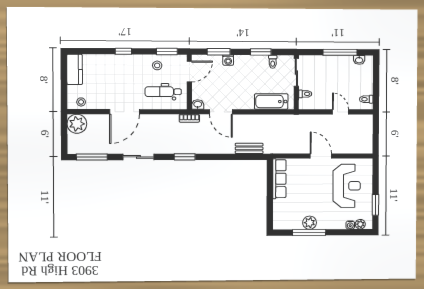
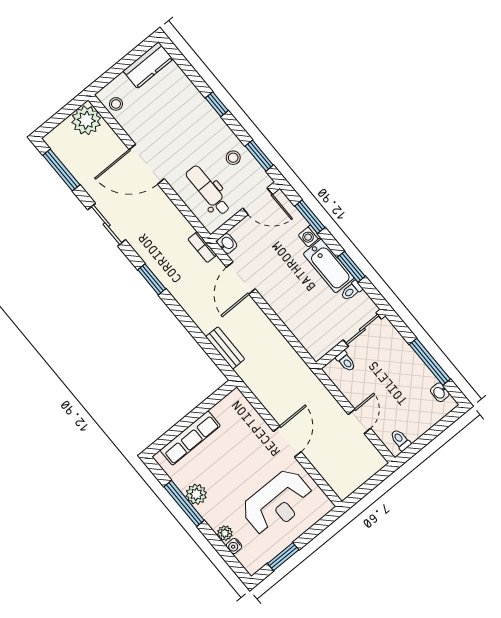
bathtub: (271, 101) -> (329, 266), moved, turned 180
row of seats: (279, 179) -> (190, 438), moved
plant: (360, 224) -> (225, 533), moved

